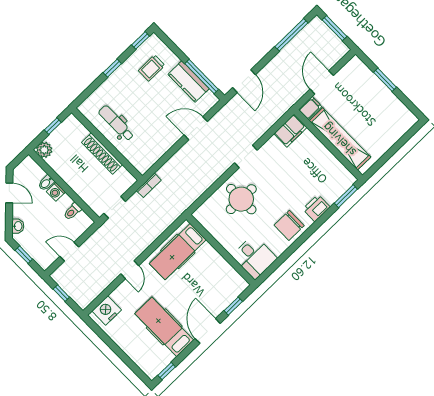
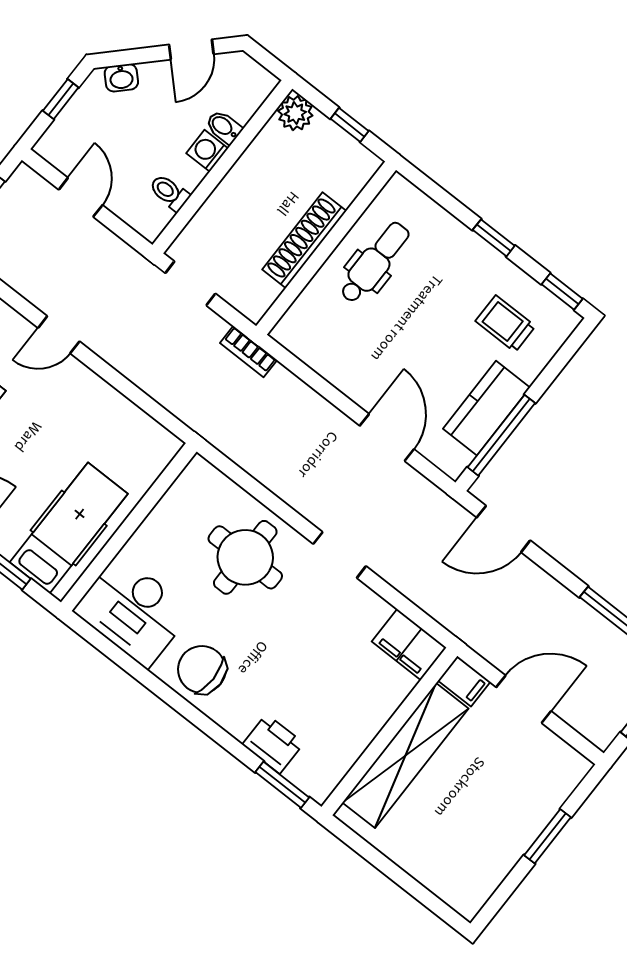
printer: (316, 208) -> (273, 744), moved
hospital bed: (178, 252) -> (69, 528), moved, turned 90
desk: (254, 257) -> (133, 611), width x1.37

